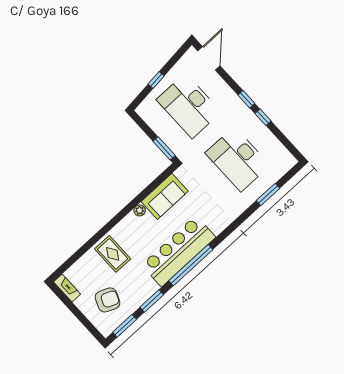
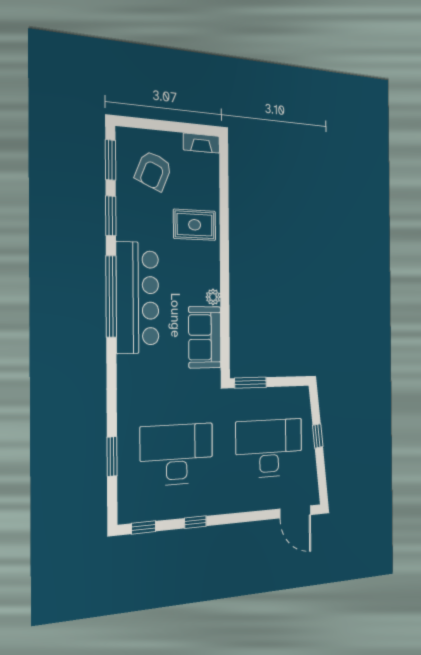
window: (246, 99) -> (143, 527), moved

